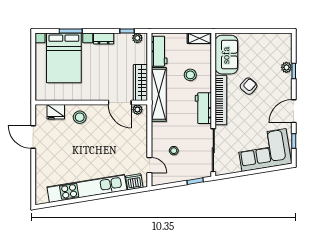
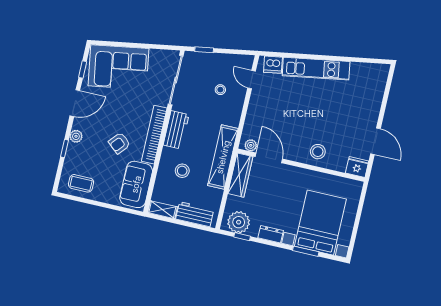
plant: (137, 38) -> (239, 222), width x1.88, depth x1.88
coffee table: (273, 45) -> (81, 183), added
workbench: (159, 51) -> (195, 214), moved, turned 90
plant: (286, 67) -> (76, 136), moved
fridge: (56, 112) -> (357, 167), moved
kitchen unit: (87, 188) -> (316, 69), width x0.73

